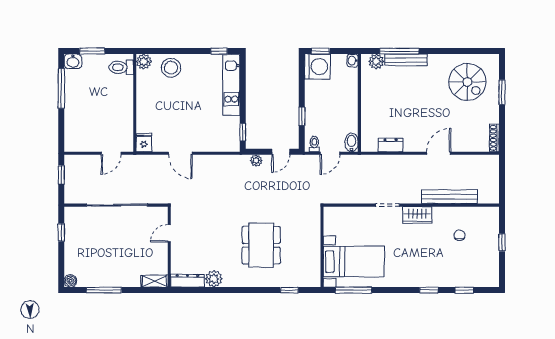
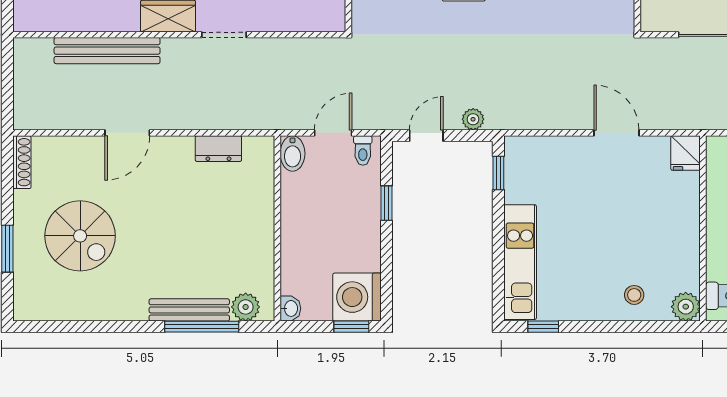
stool: (171, 68) -> (634, 295), width x0.53, depth x0.53
spiral stairs: (467, 82) -> (80, 236), moved, turned 180

